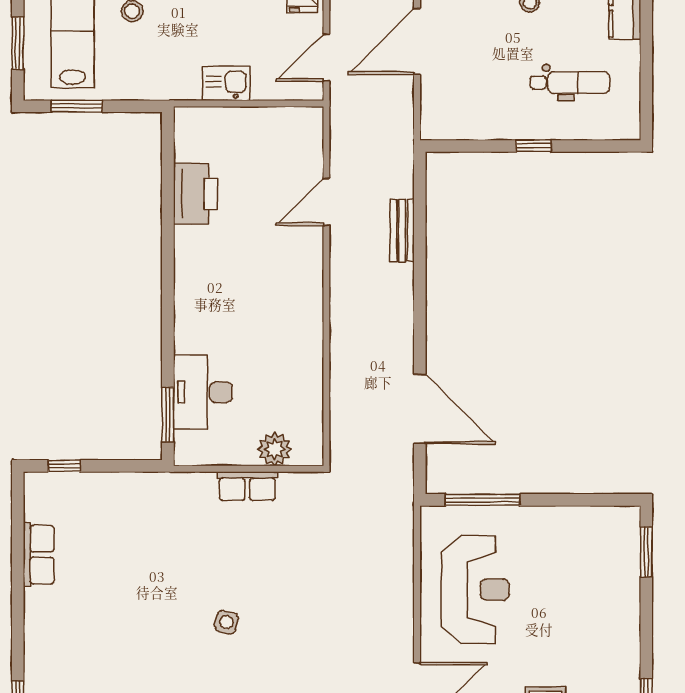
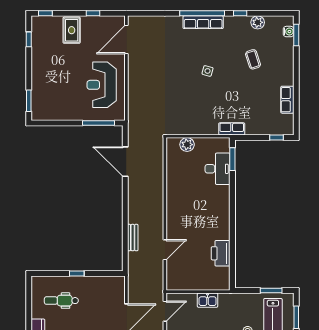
row of seats: (247, 486) -> (232, 129), moved
coffee table: (119, 649) -> (253, 59), added

